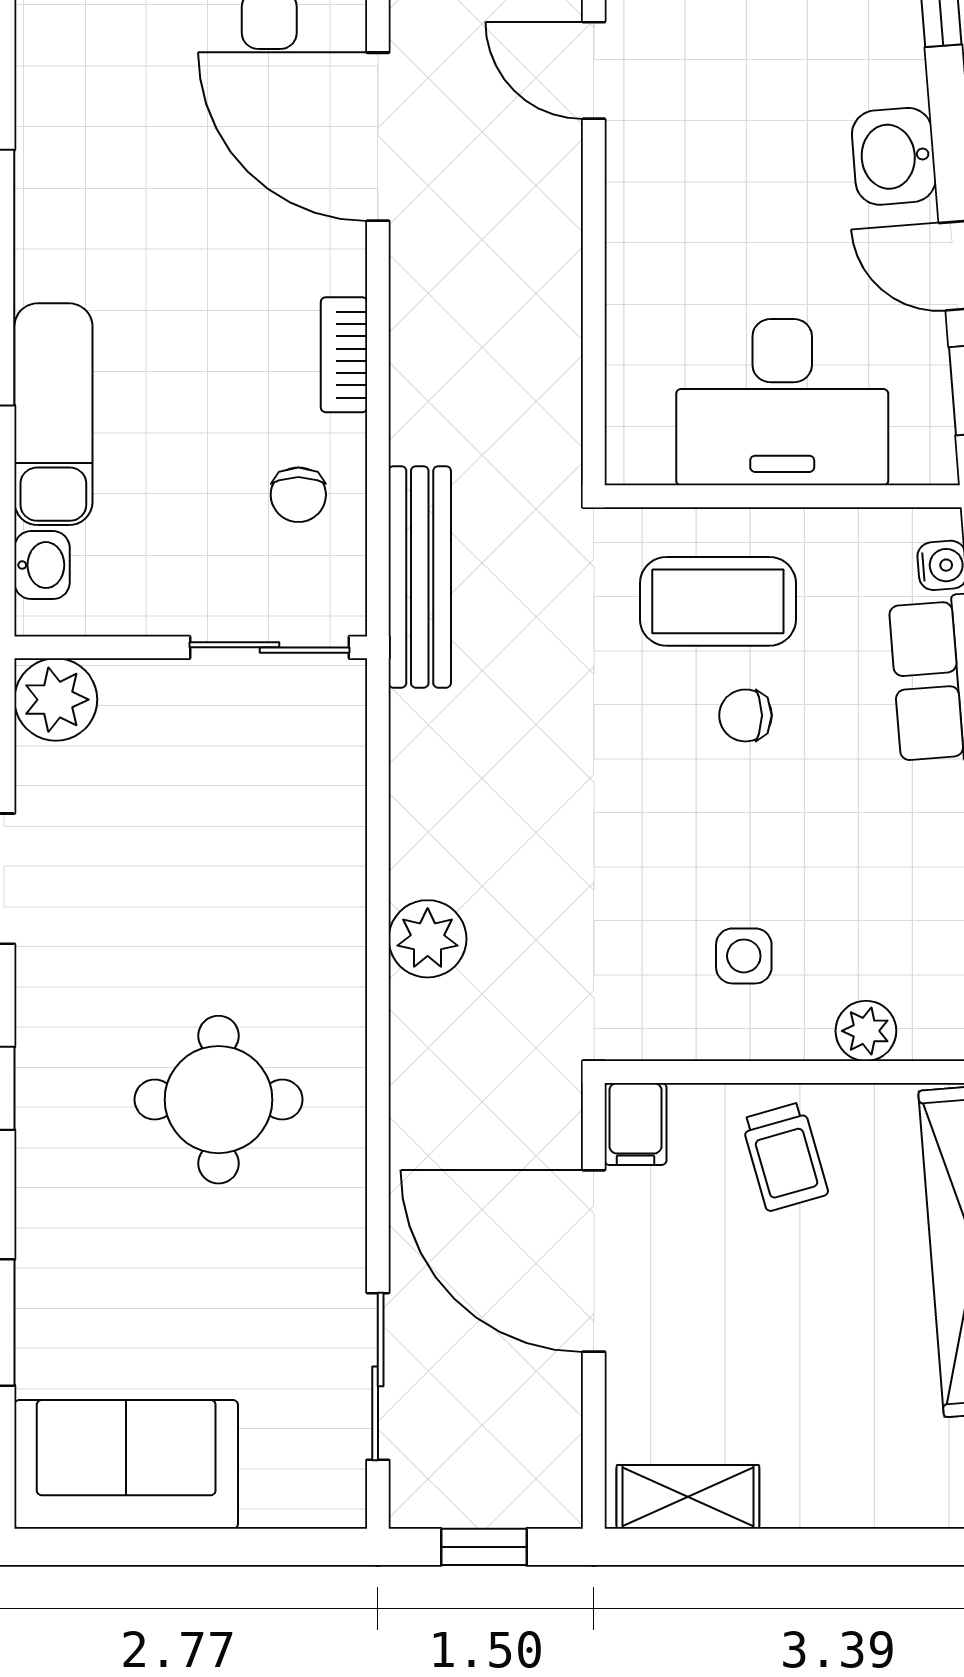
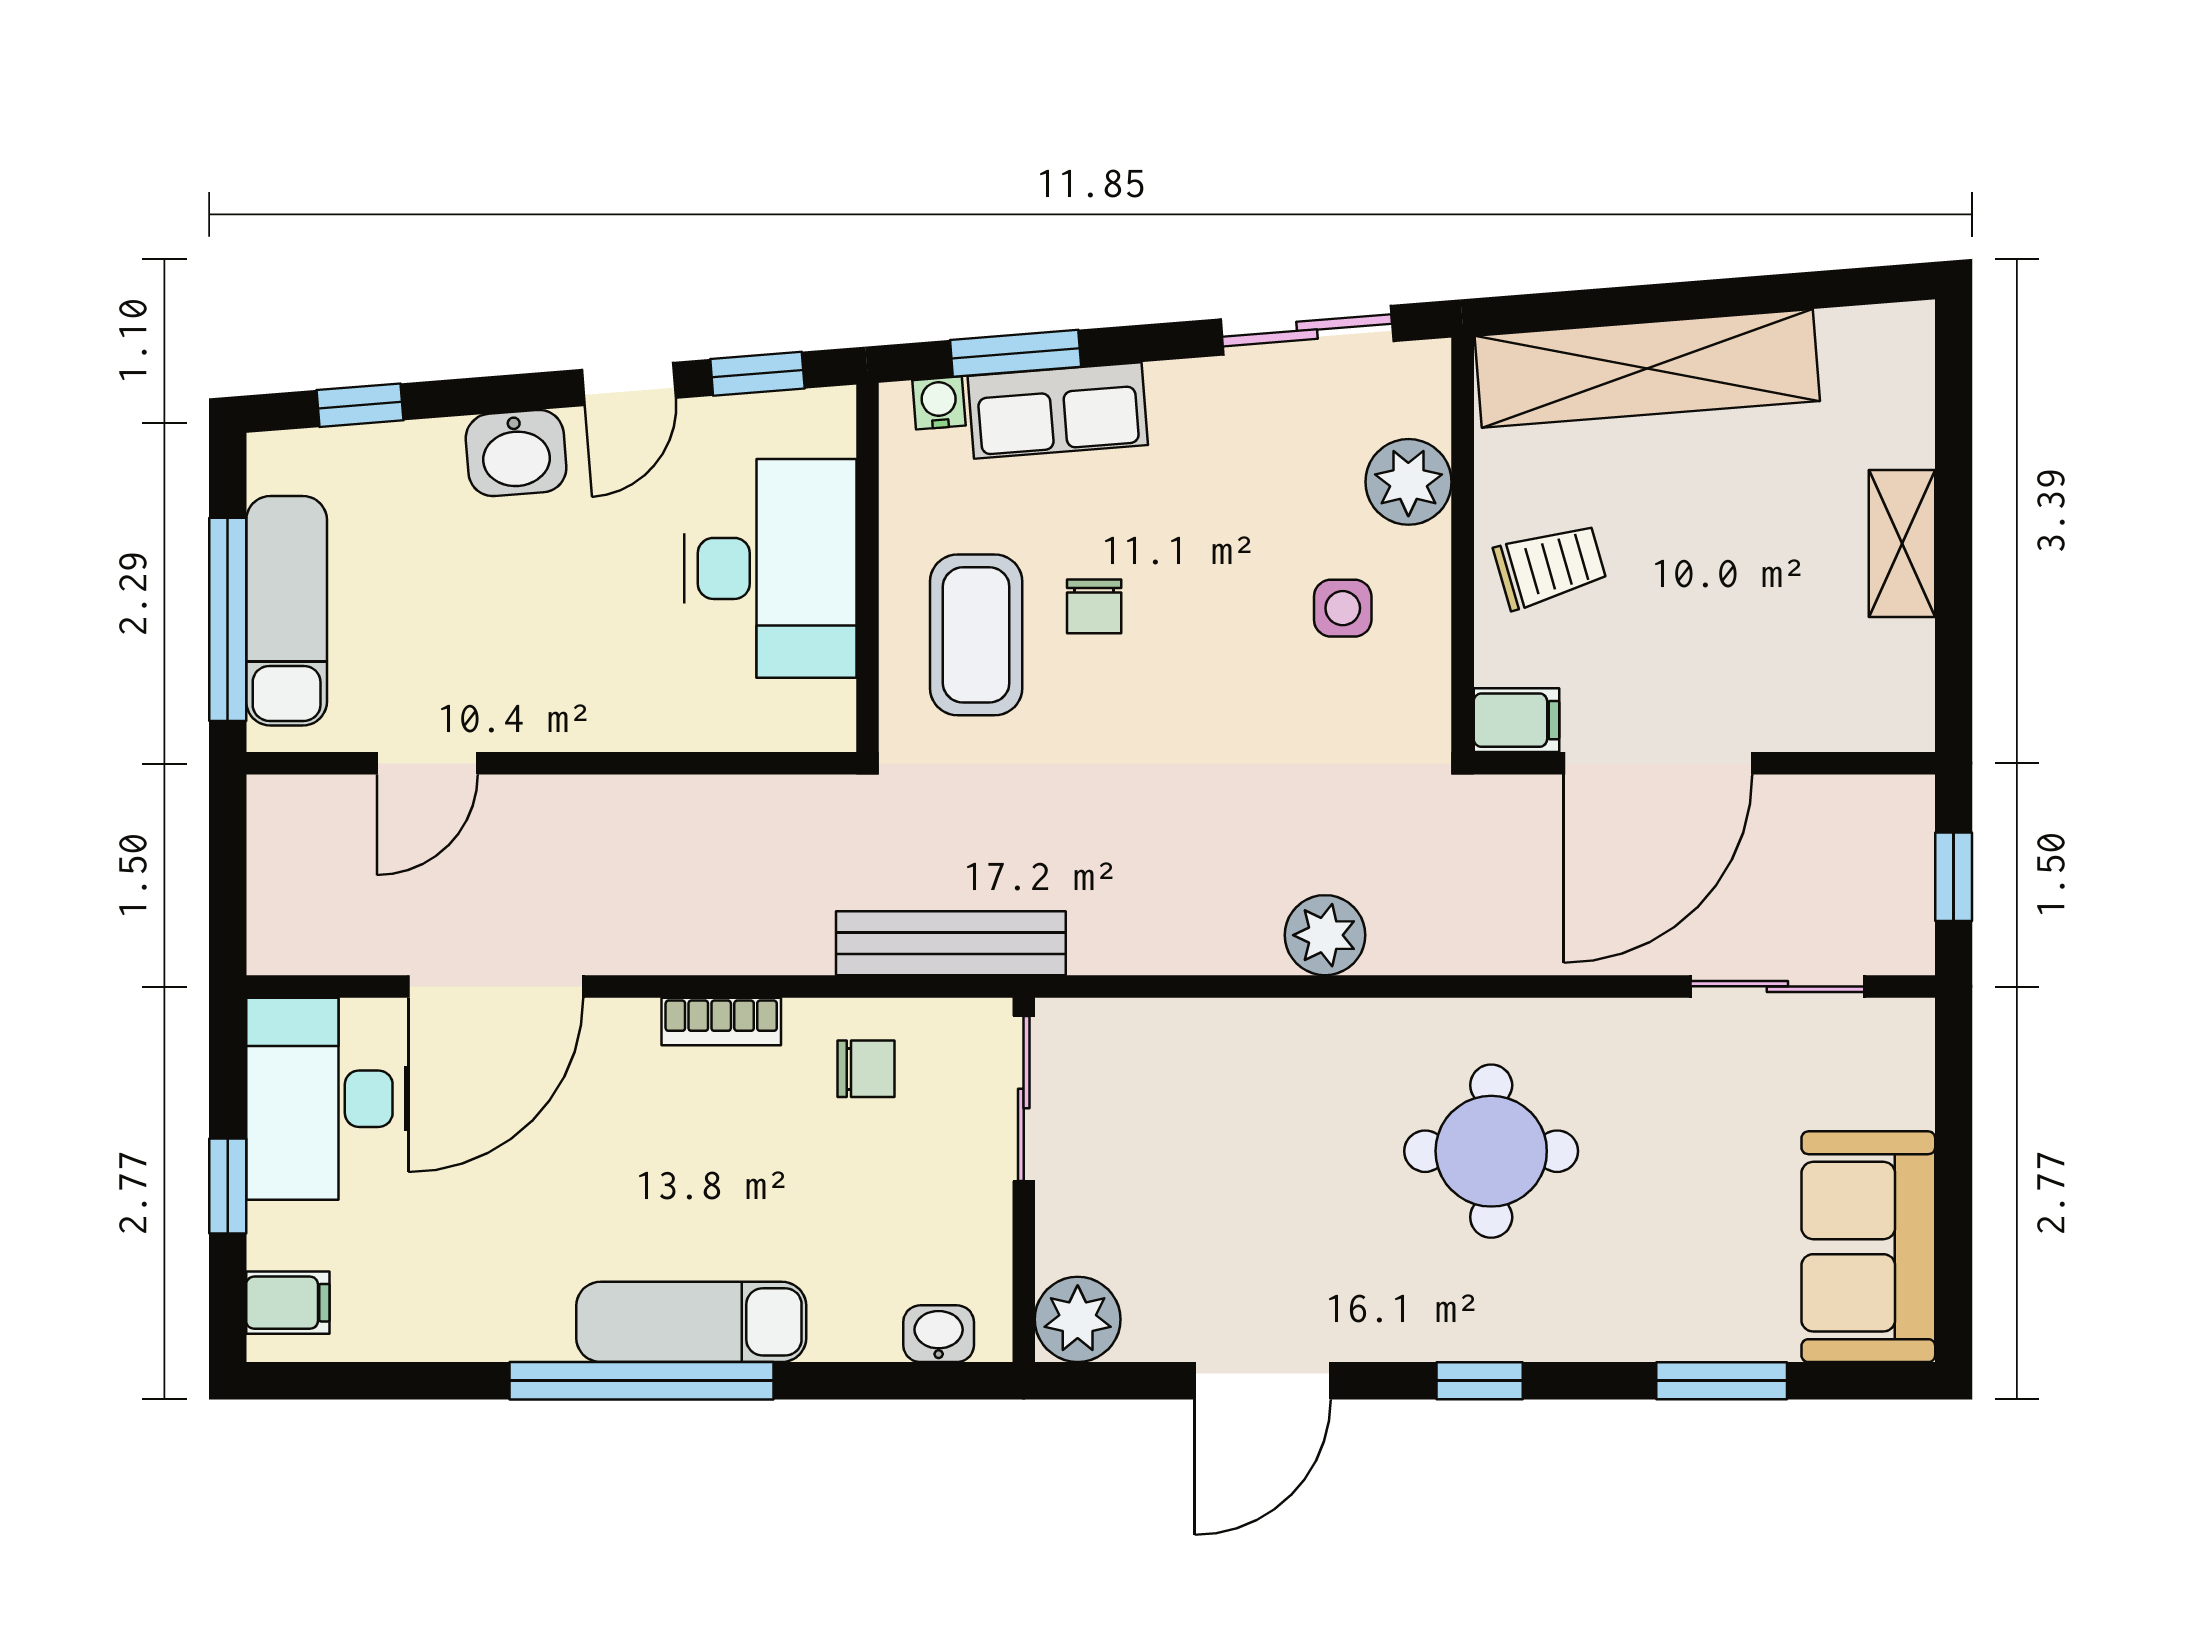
exam couch: (53, 414) -> (691, 1322), moved
plant: (866, 1031) -> (1408, 482), width x1.38, depth x1.38
shelving: (688, 1497) -> (1902, 543), moved

